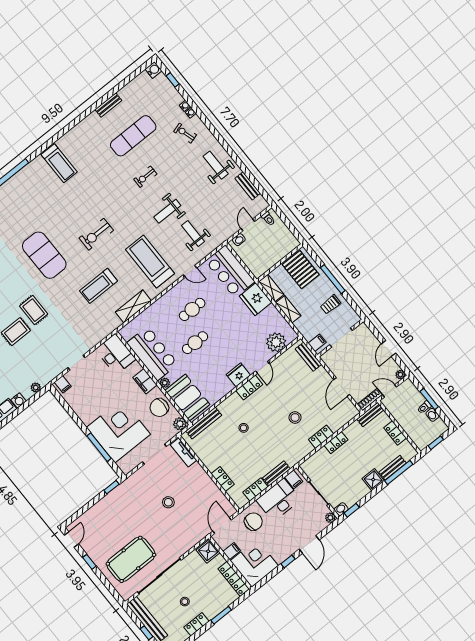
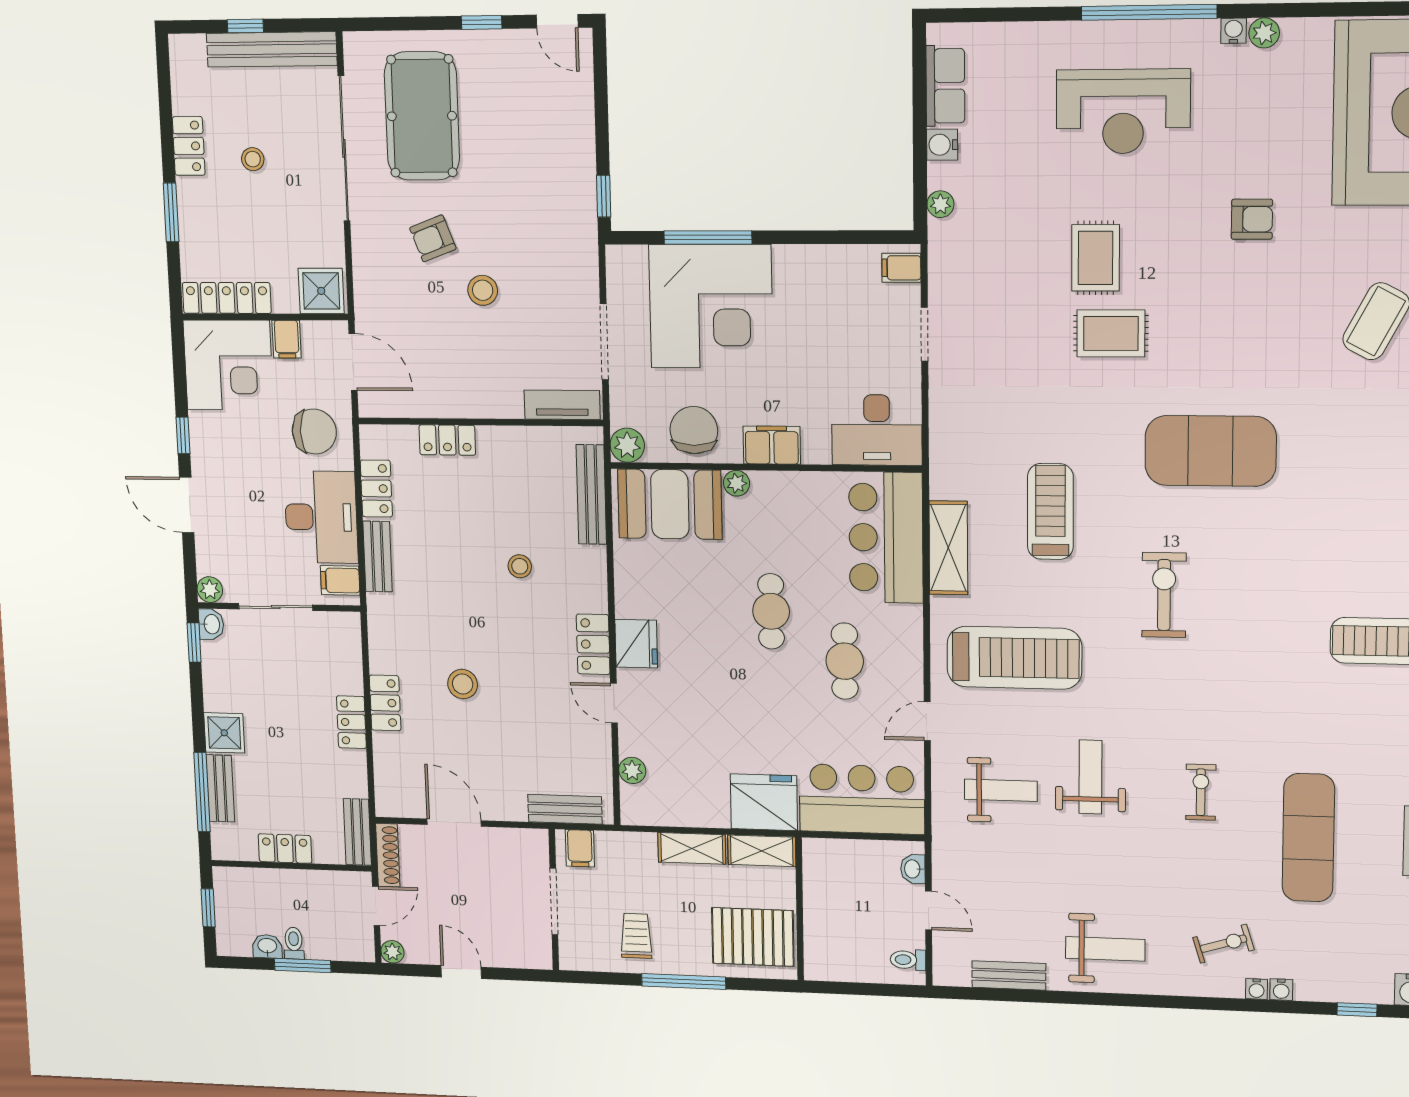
plant: (276, 342) -> (632, 770), width x0.53, depth x0.53
bar counter: (152, 353) -> (886, 538), moved, turned 90
chair: (253, 522) -> (314, 431), turned -90
armchair: (165, 529) -> (433, 238), added

